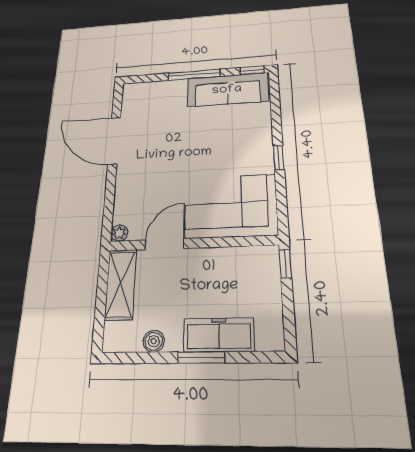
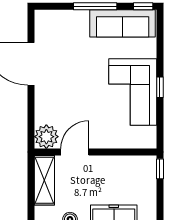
corner sofa: (231, 206) -> (133, 92), moved, turned -90
plant: (119, 233) -> (46, 137), width x1.88, depth x1.88

